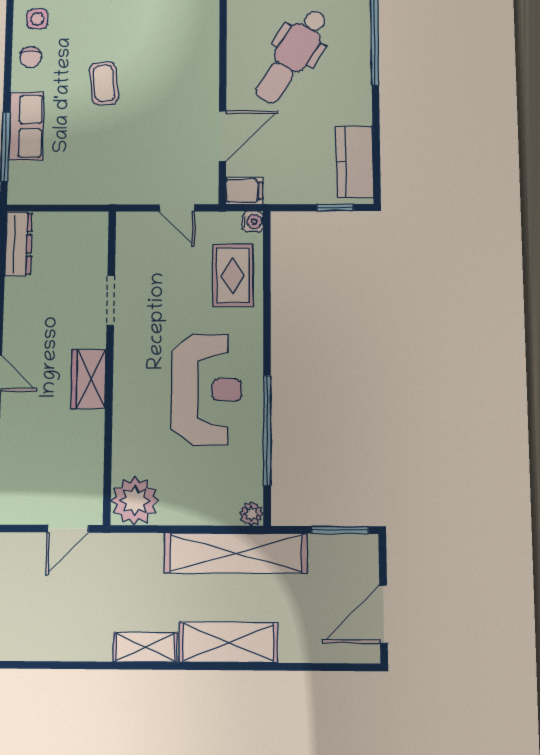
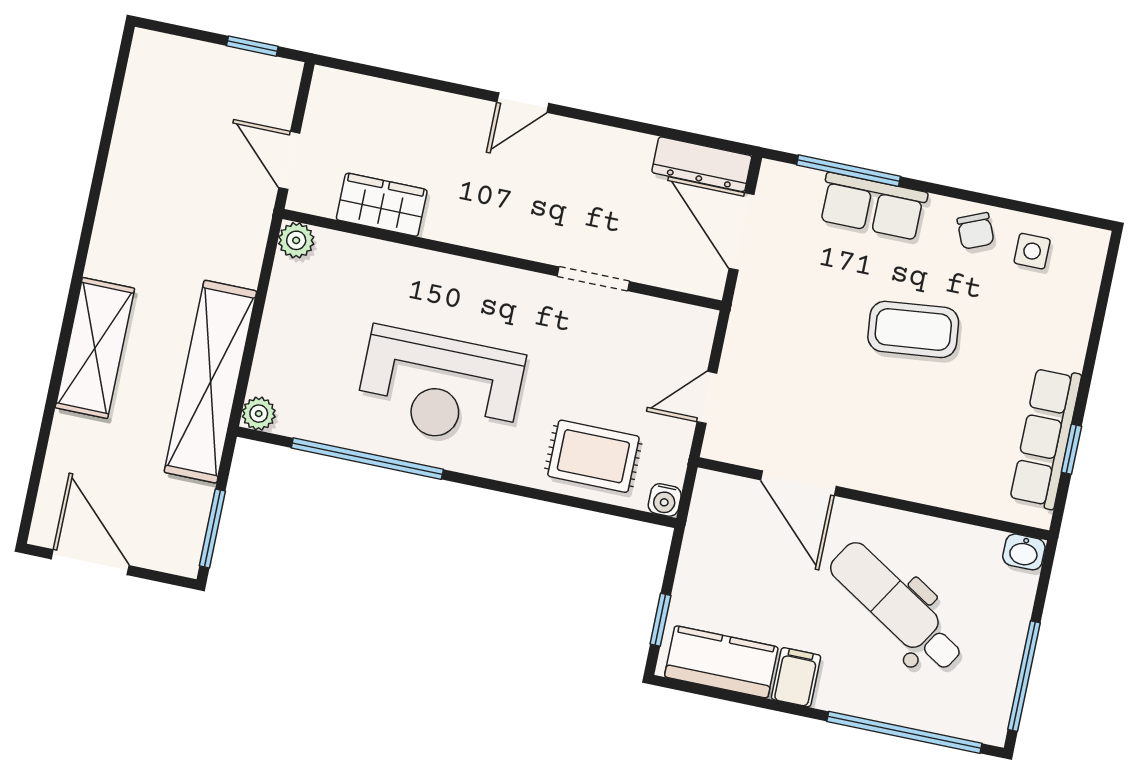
chair: (31, 57) -> (976, 231), turned -113
coffee table: (104, 83) -> (913, 329), width x1.36, depth x1.30
filing cabinet: (244, 191) -> (796, 677), moved, turned 180
door: (59, 208) -> (742, 232), added
wardrobe: (89, 379) -> (382, 205), moved
plant: (135, 501) -> (296, 240), width x0.53, depth x0.53
shelving: (145, 647) -> (111, 235), removed

